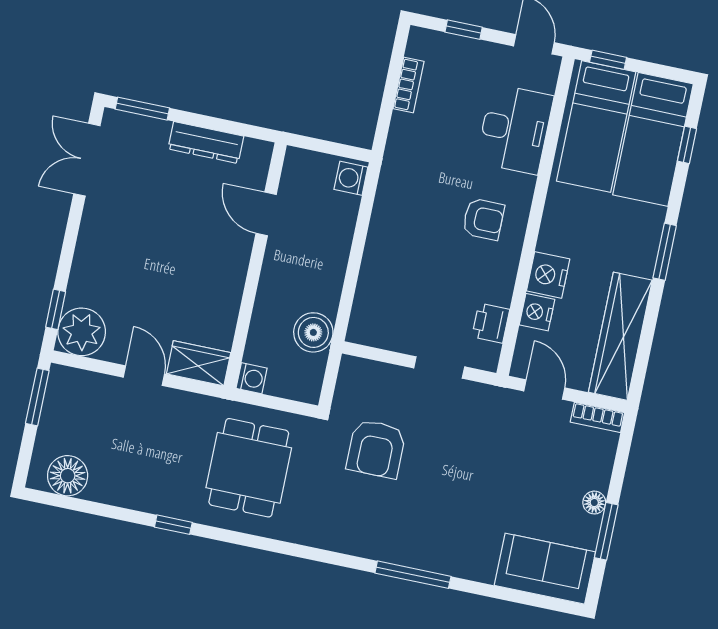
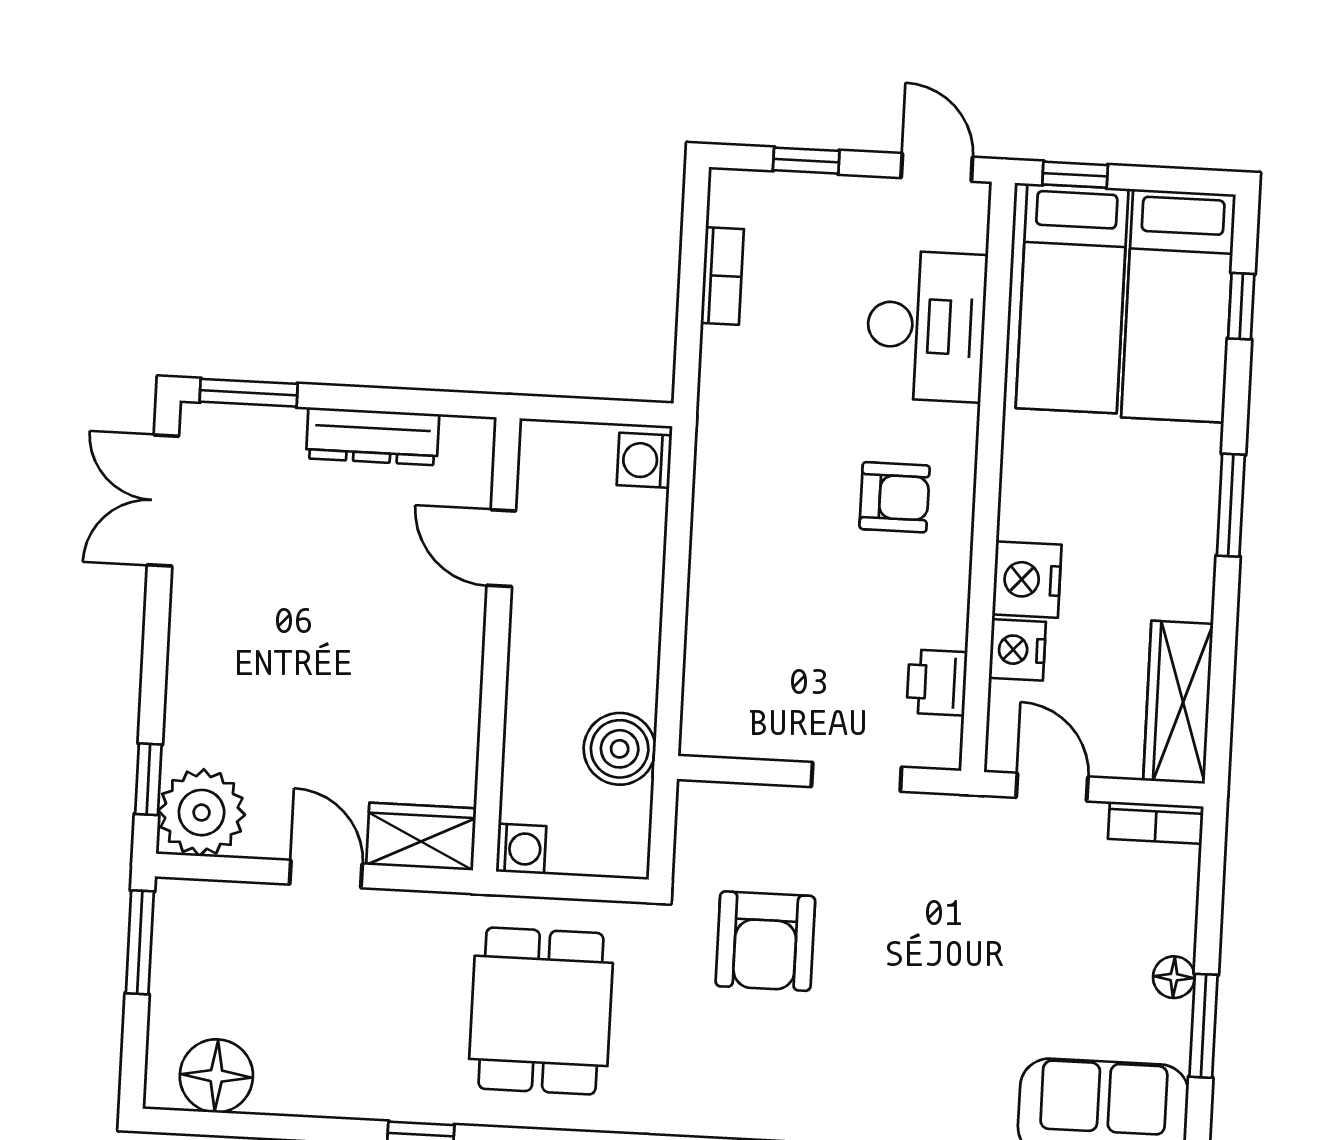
wardrobe: (620, 336) -> (1178, 702), width x0.71, depth x0.85

